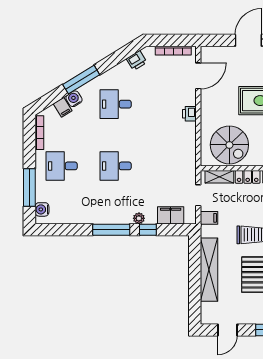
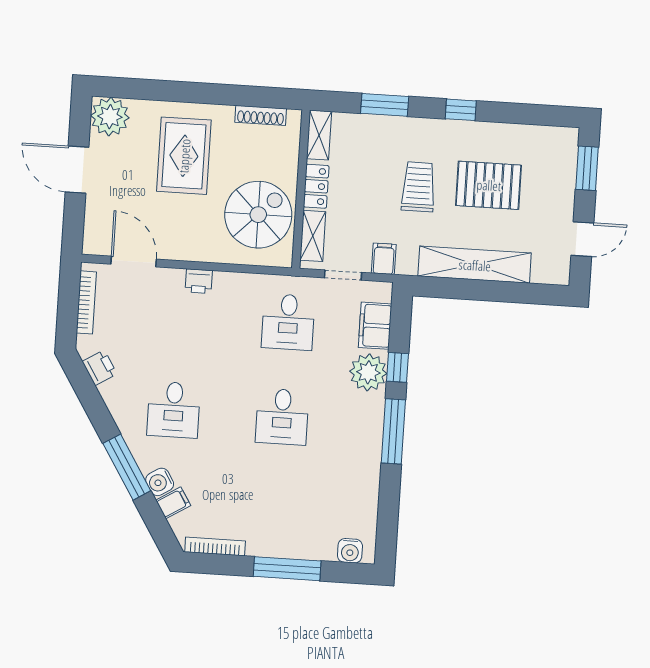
desk: (62, 166) -> (288, 322), moved
window: (29, 188) -> (287, 569), moved
plant: (139, 218) -> (368, 372), width x1.87, depth x1.87
door: (227, 330) -> (582, 239), hinge flipped

